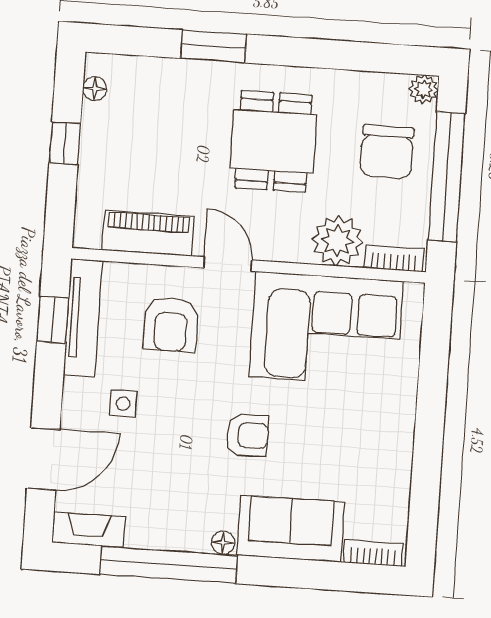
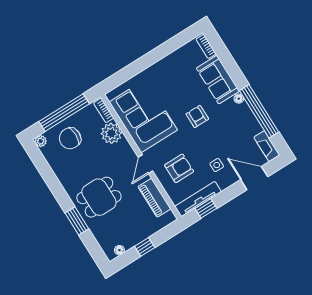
dining table: (273, 141) -> (99, 197), moved
chair: (387, 152) -> (70, 138), turned 180

